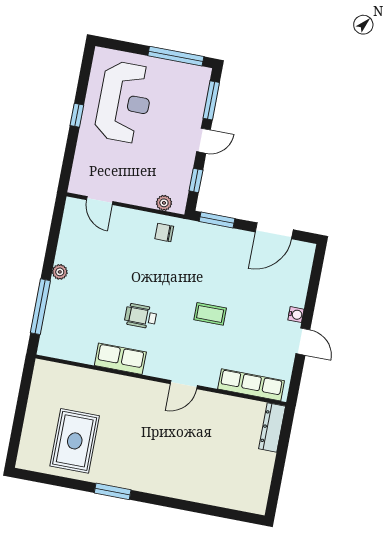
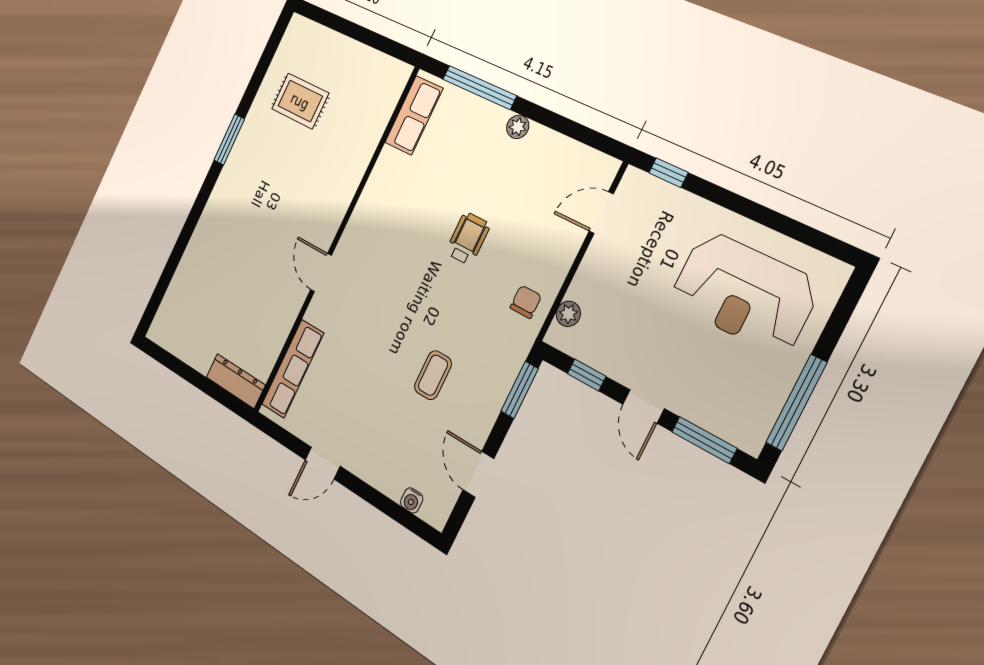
window: (77, 115) -> (668, 173), moved
door: (274, 231) -> (478, 474), width x0.73
coffee table: (210, 314) -> (433, 375), moved
water cooler: (296, 315) -> (412, 500), moved
wheelchair: (141, 316) -> (468, 239), moved
row of seats: (120, 359) -> (414, 115), moved
rug: (75, 441) -> (300, 101), width x0.73, depth x0.70

